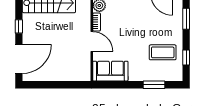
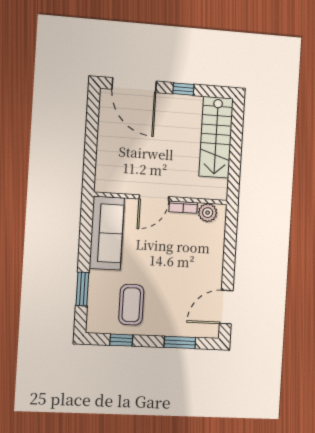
sofa: (110, 71) -> (107, 233), width x1.36

